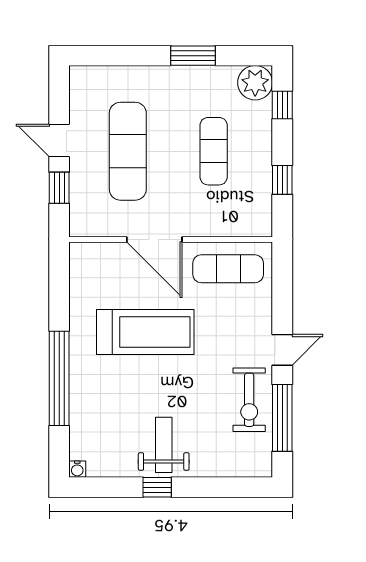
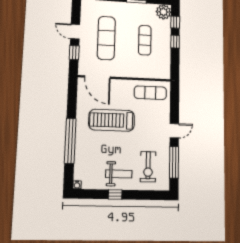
window: (282, 180) -> (175, 42), moved
door: (154, 240) -> (97, 77), moved
treadmill: (145, 332) -> (112, 120), turned 180
exercise bike: (249, 400) -> (148, 167), moved
weight bench: (164, 445) -> (119, 174), turned 90

